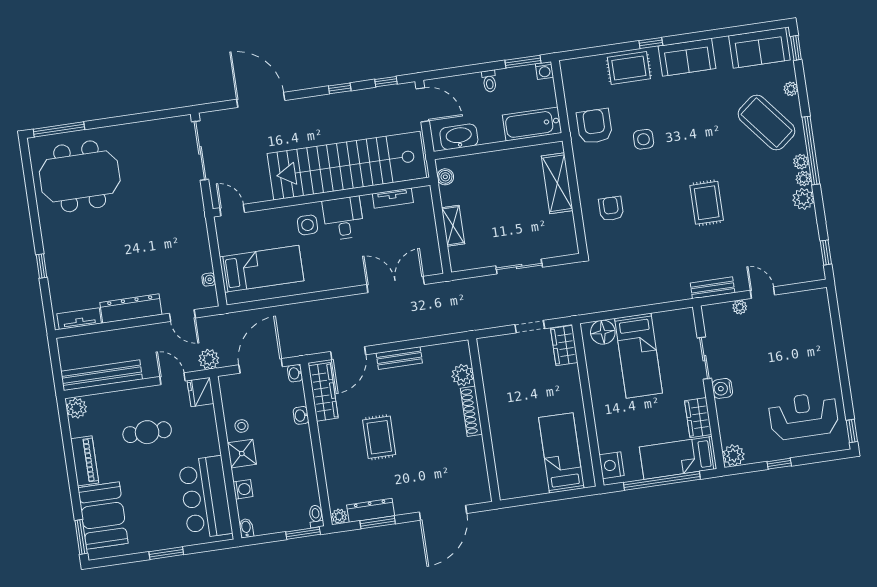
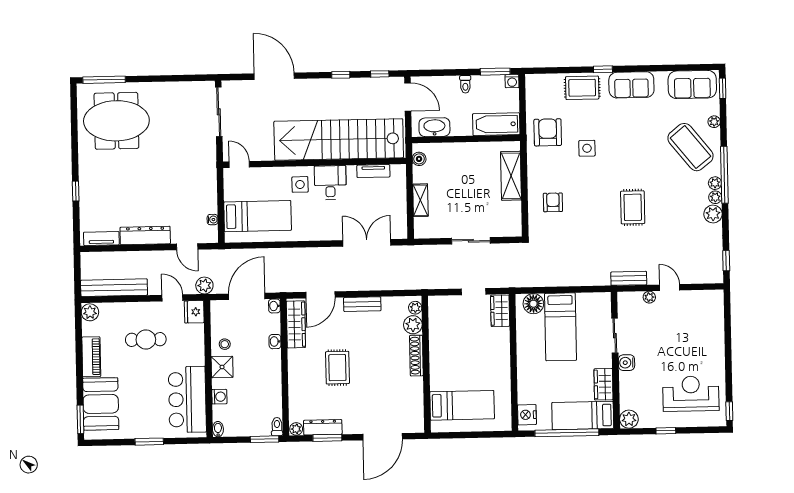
plant: (463, 354) -> (415, 308), added
bed: (561, 453) -> (462, 405), moved, turned 90

